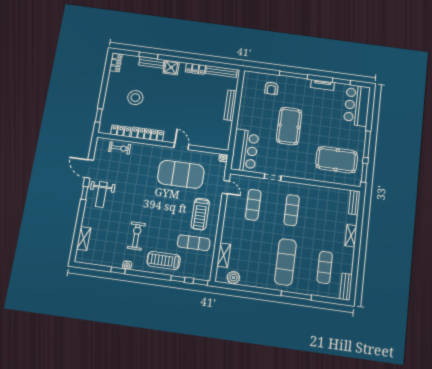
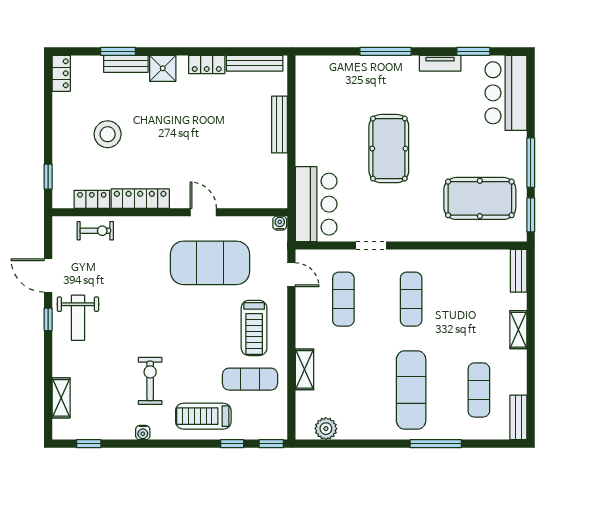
armchair: (271, 88) -> (349, 82), removed
shelving: (224, 255) -> (304, 369), moved
window: (118, 270) -> (89, 444), moved

